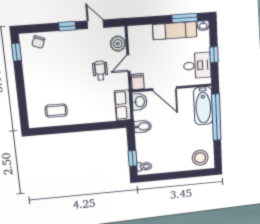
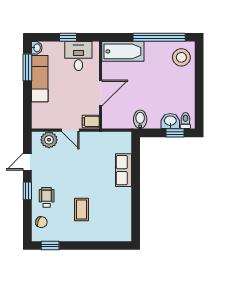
wheelchair: (100, 71) -> (47, 197), moved, turned 90
washbasin: (139, 102) -> (170, 121), moved
row of seats: (123, 105) -> (124, 170), moved, turned 90
coffee table: (56, 111) -> (81, 209), moved
window: (216, 117) -> (159, 37), moved

